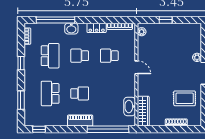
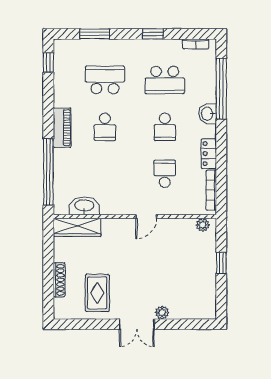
school desk: (80, 56) -> (165, 127), turned 180

